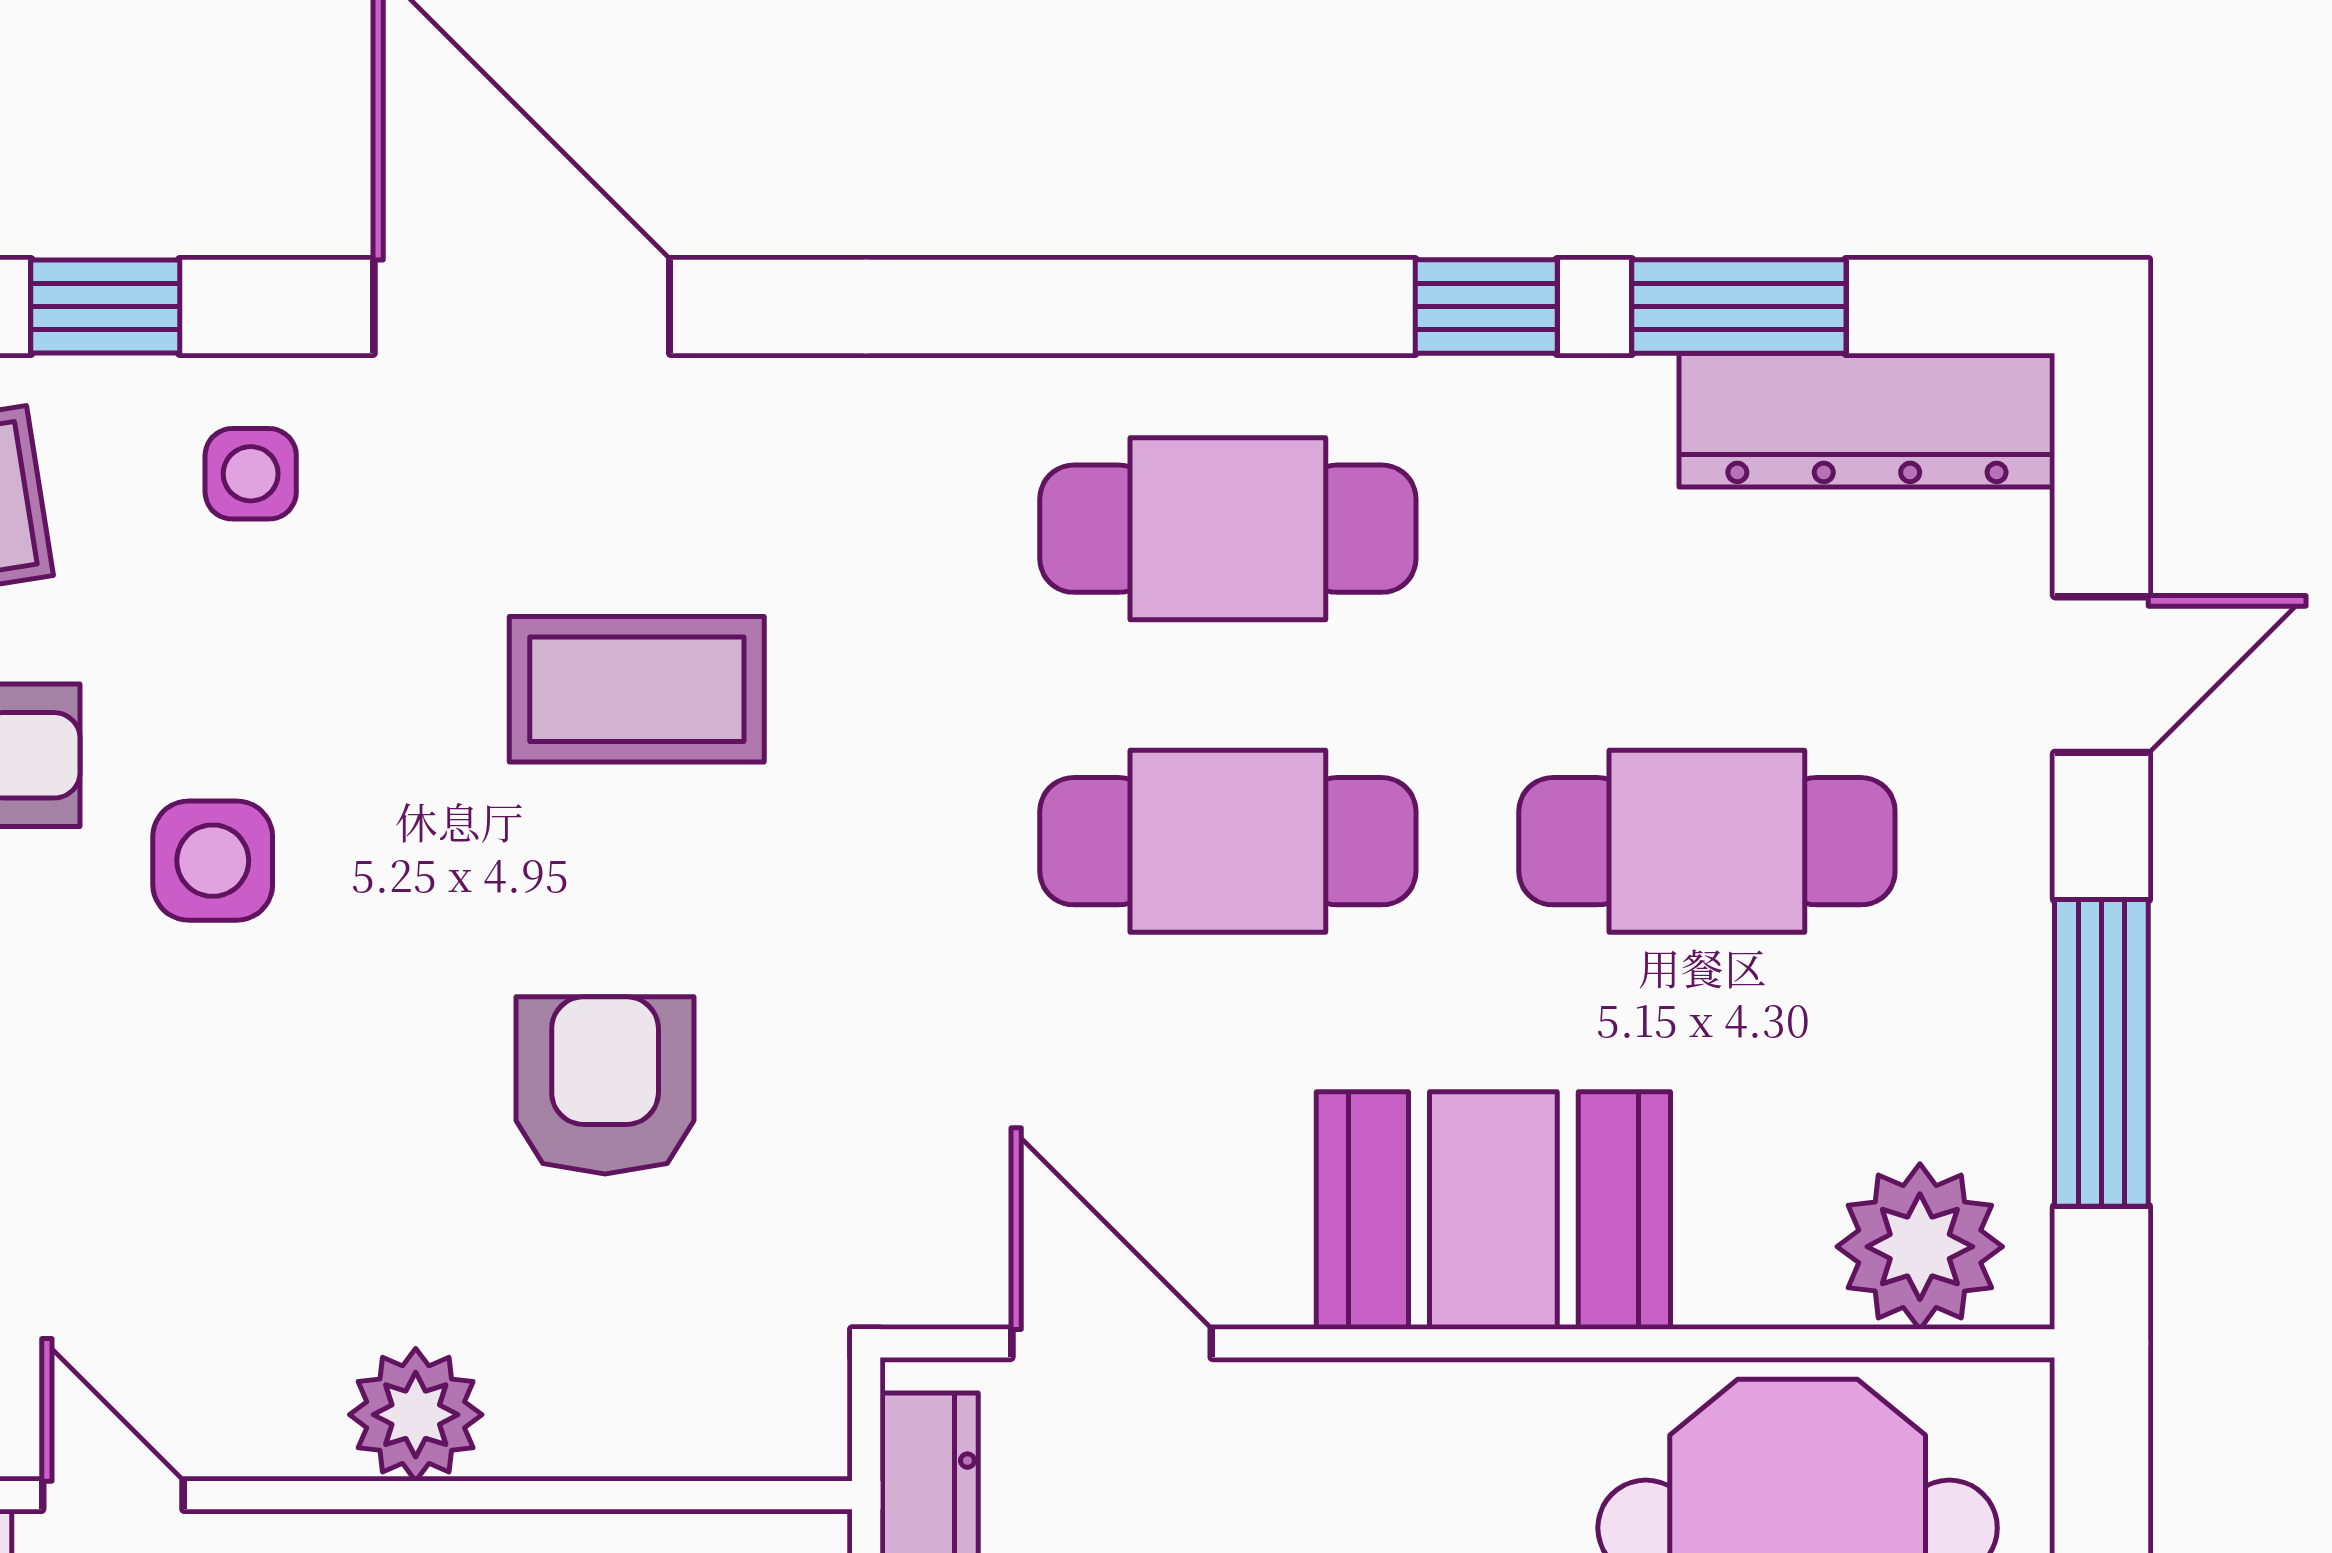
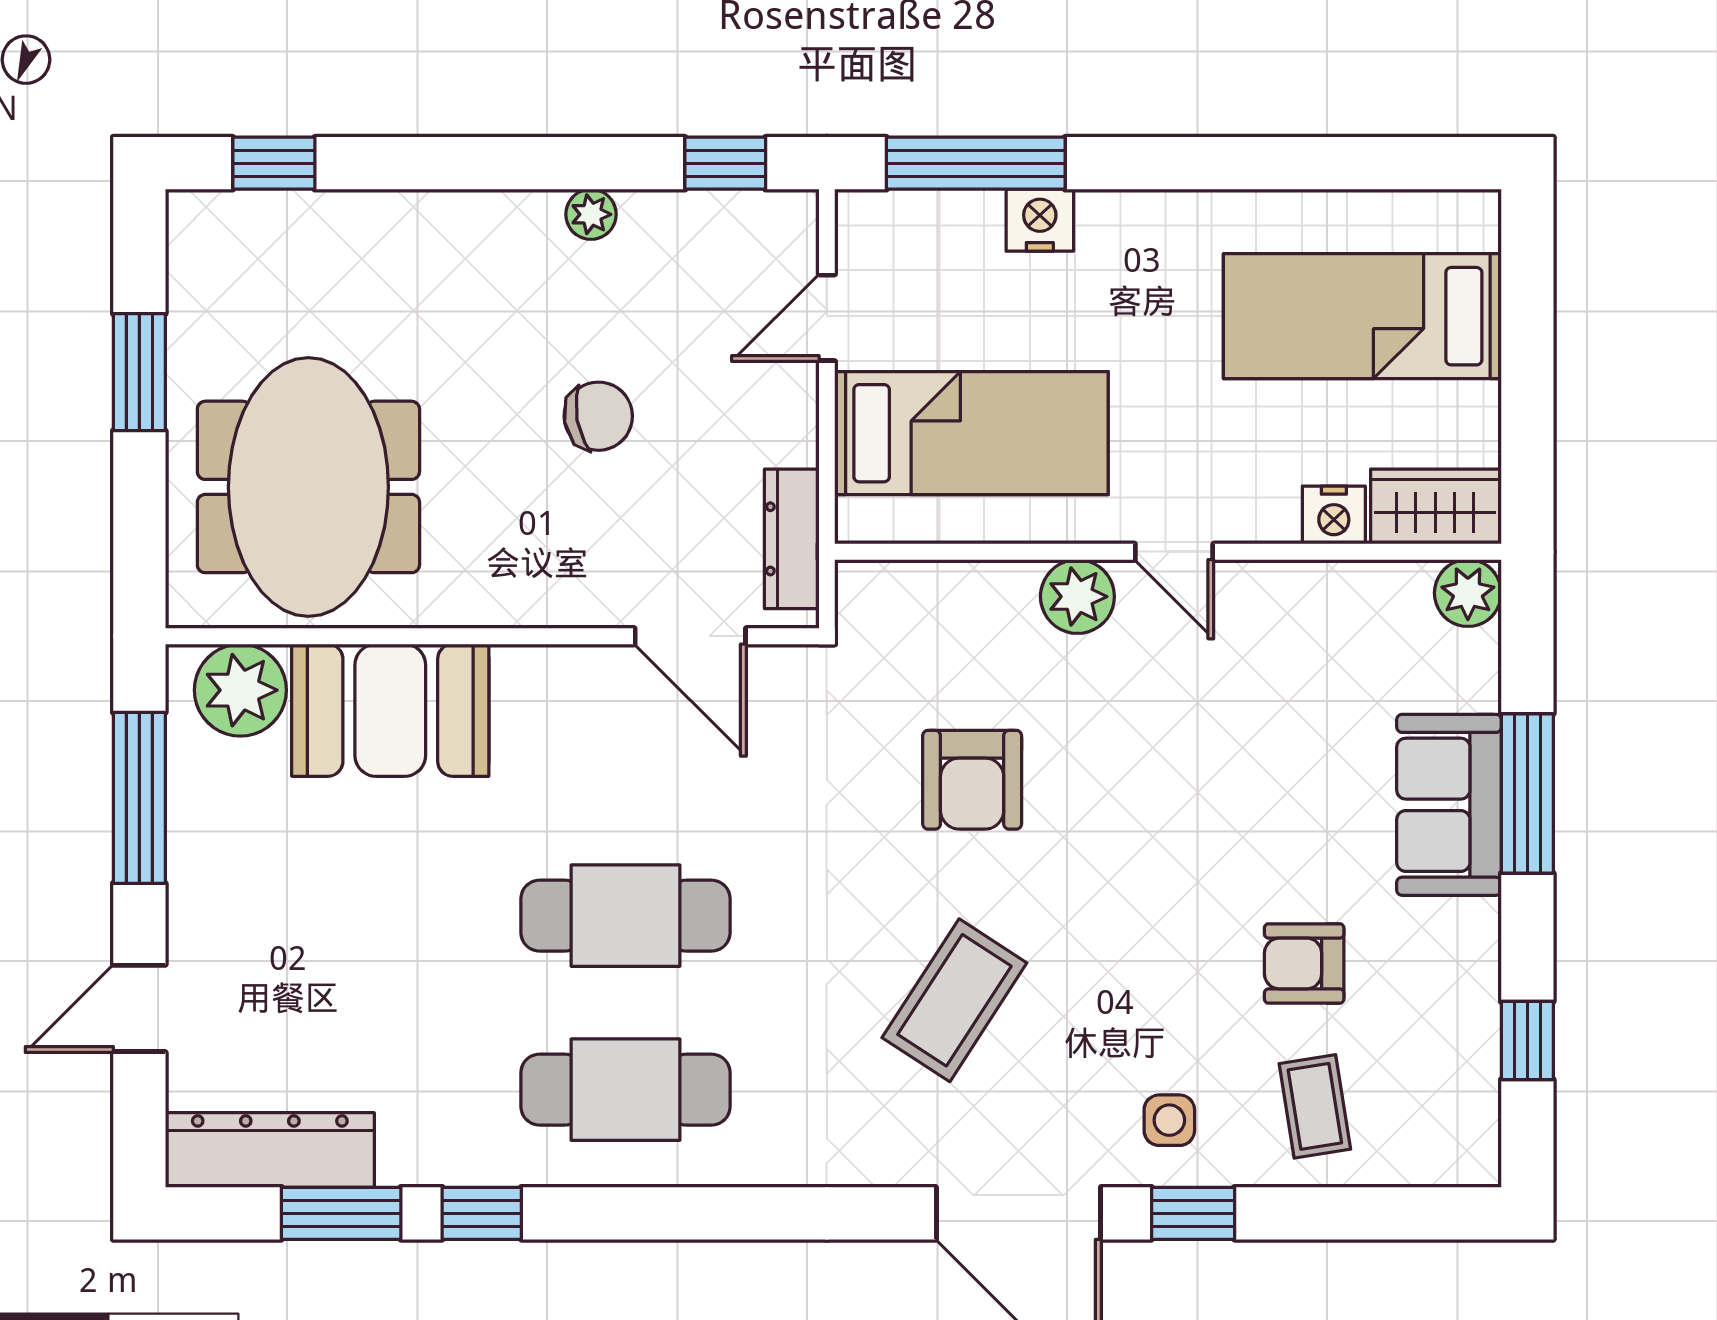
window: (105, 306) -> (1193, 1213), moved
coffee table: (637, 689) -> (954, 1000), turned -57
cafe table: (1707, 841) -> (359, 916), removed
side table: (213, 861) -> (1190, 905), removed
booth: (1493, 1210) -> (390, 710), moved
door: (113, 1495) -> (1174, 552), moved

